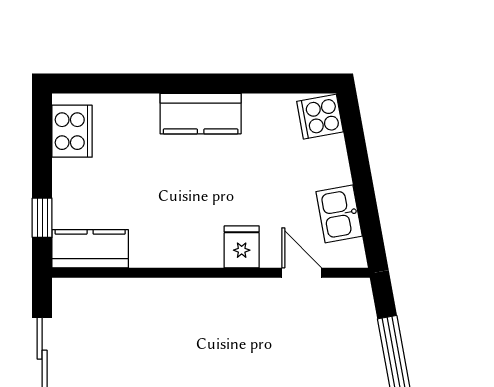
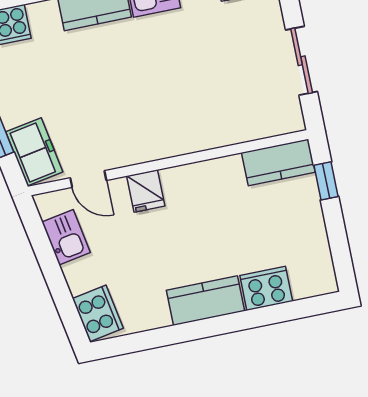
cooker: (320, 117) -> (98, 313), width x1.36
cooker: (72, 131) -> (266, 288), moved, turned 90
freezer: (355, 314) -> (34, 152), added

